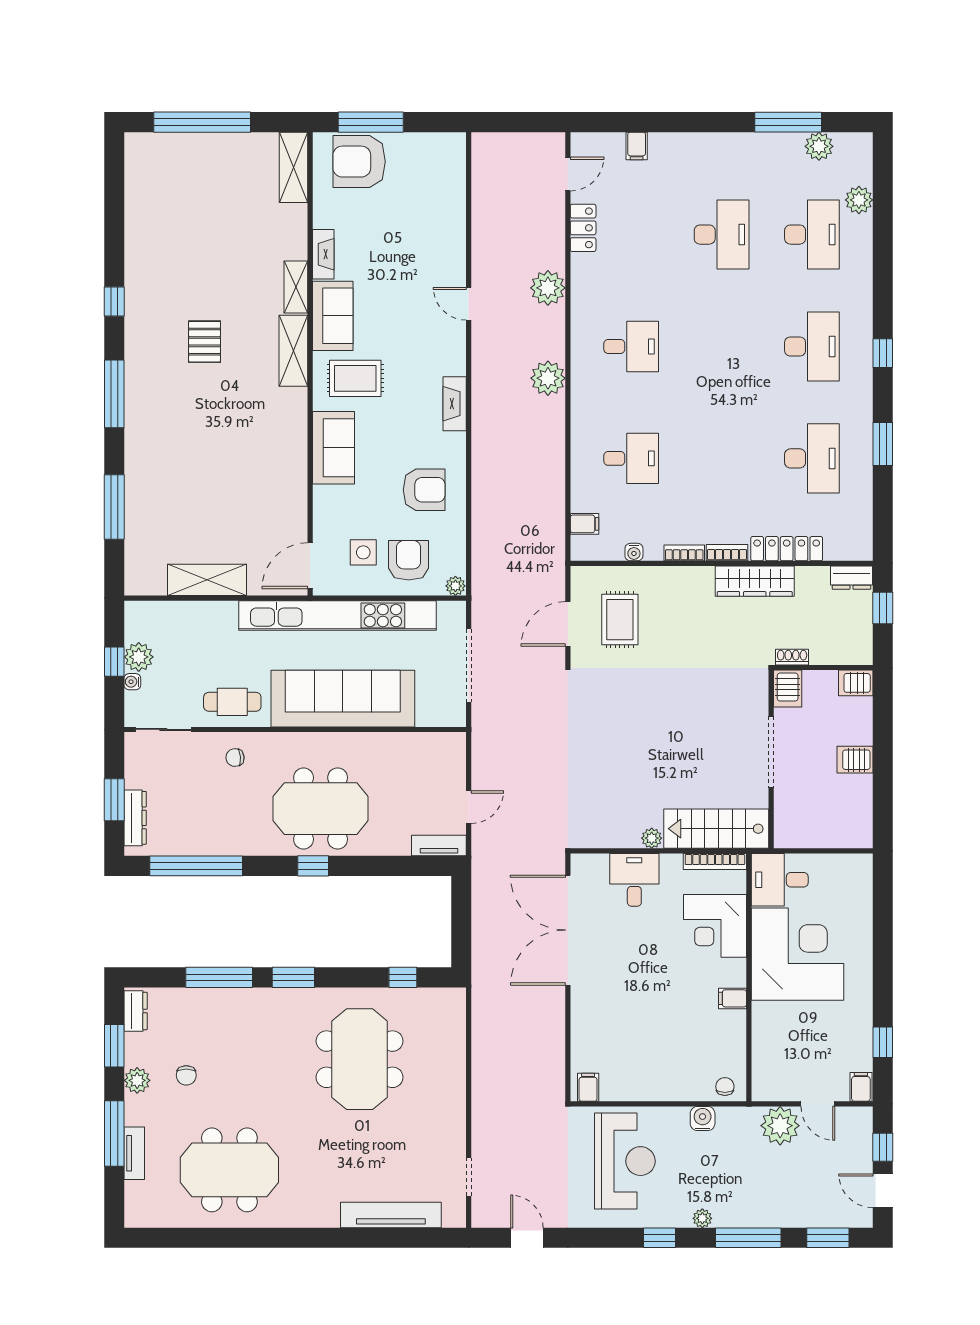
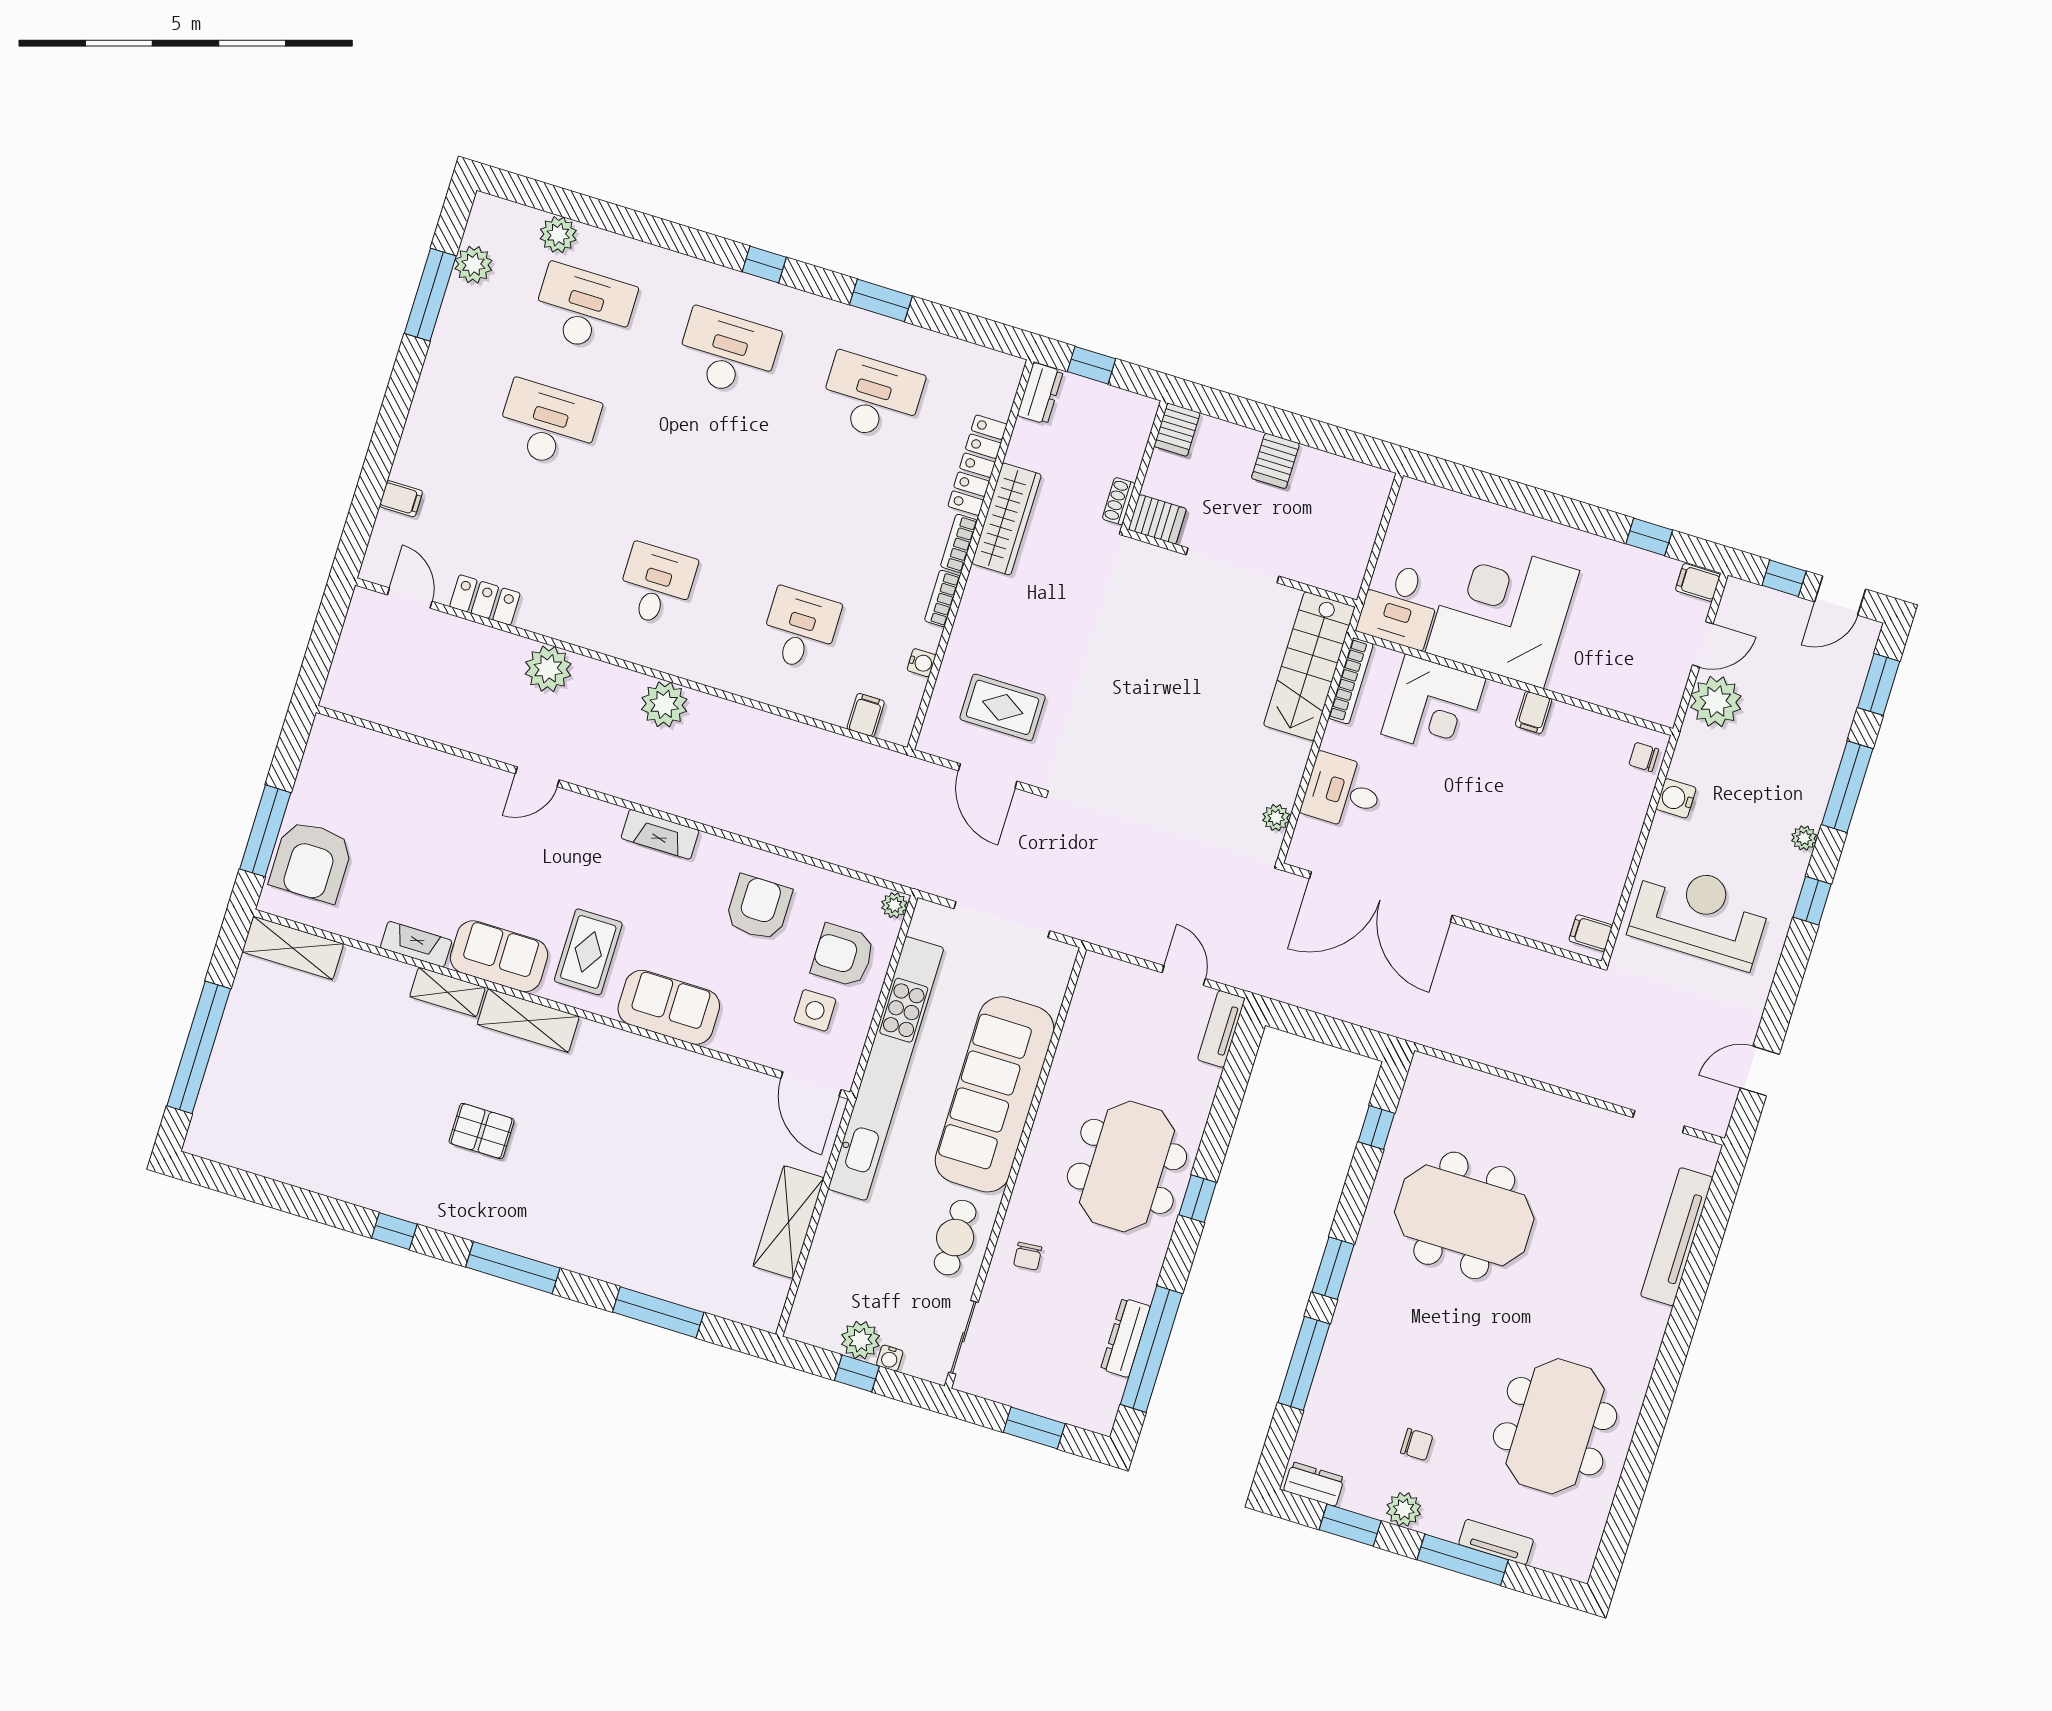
dresser: (135, 818) -> (1125, 1338), moved, turned -90
plant: (652, 838) -> (1276, 818), moved

